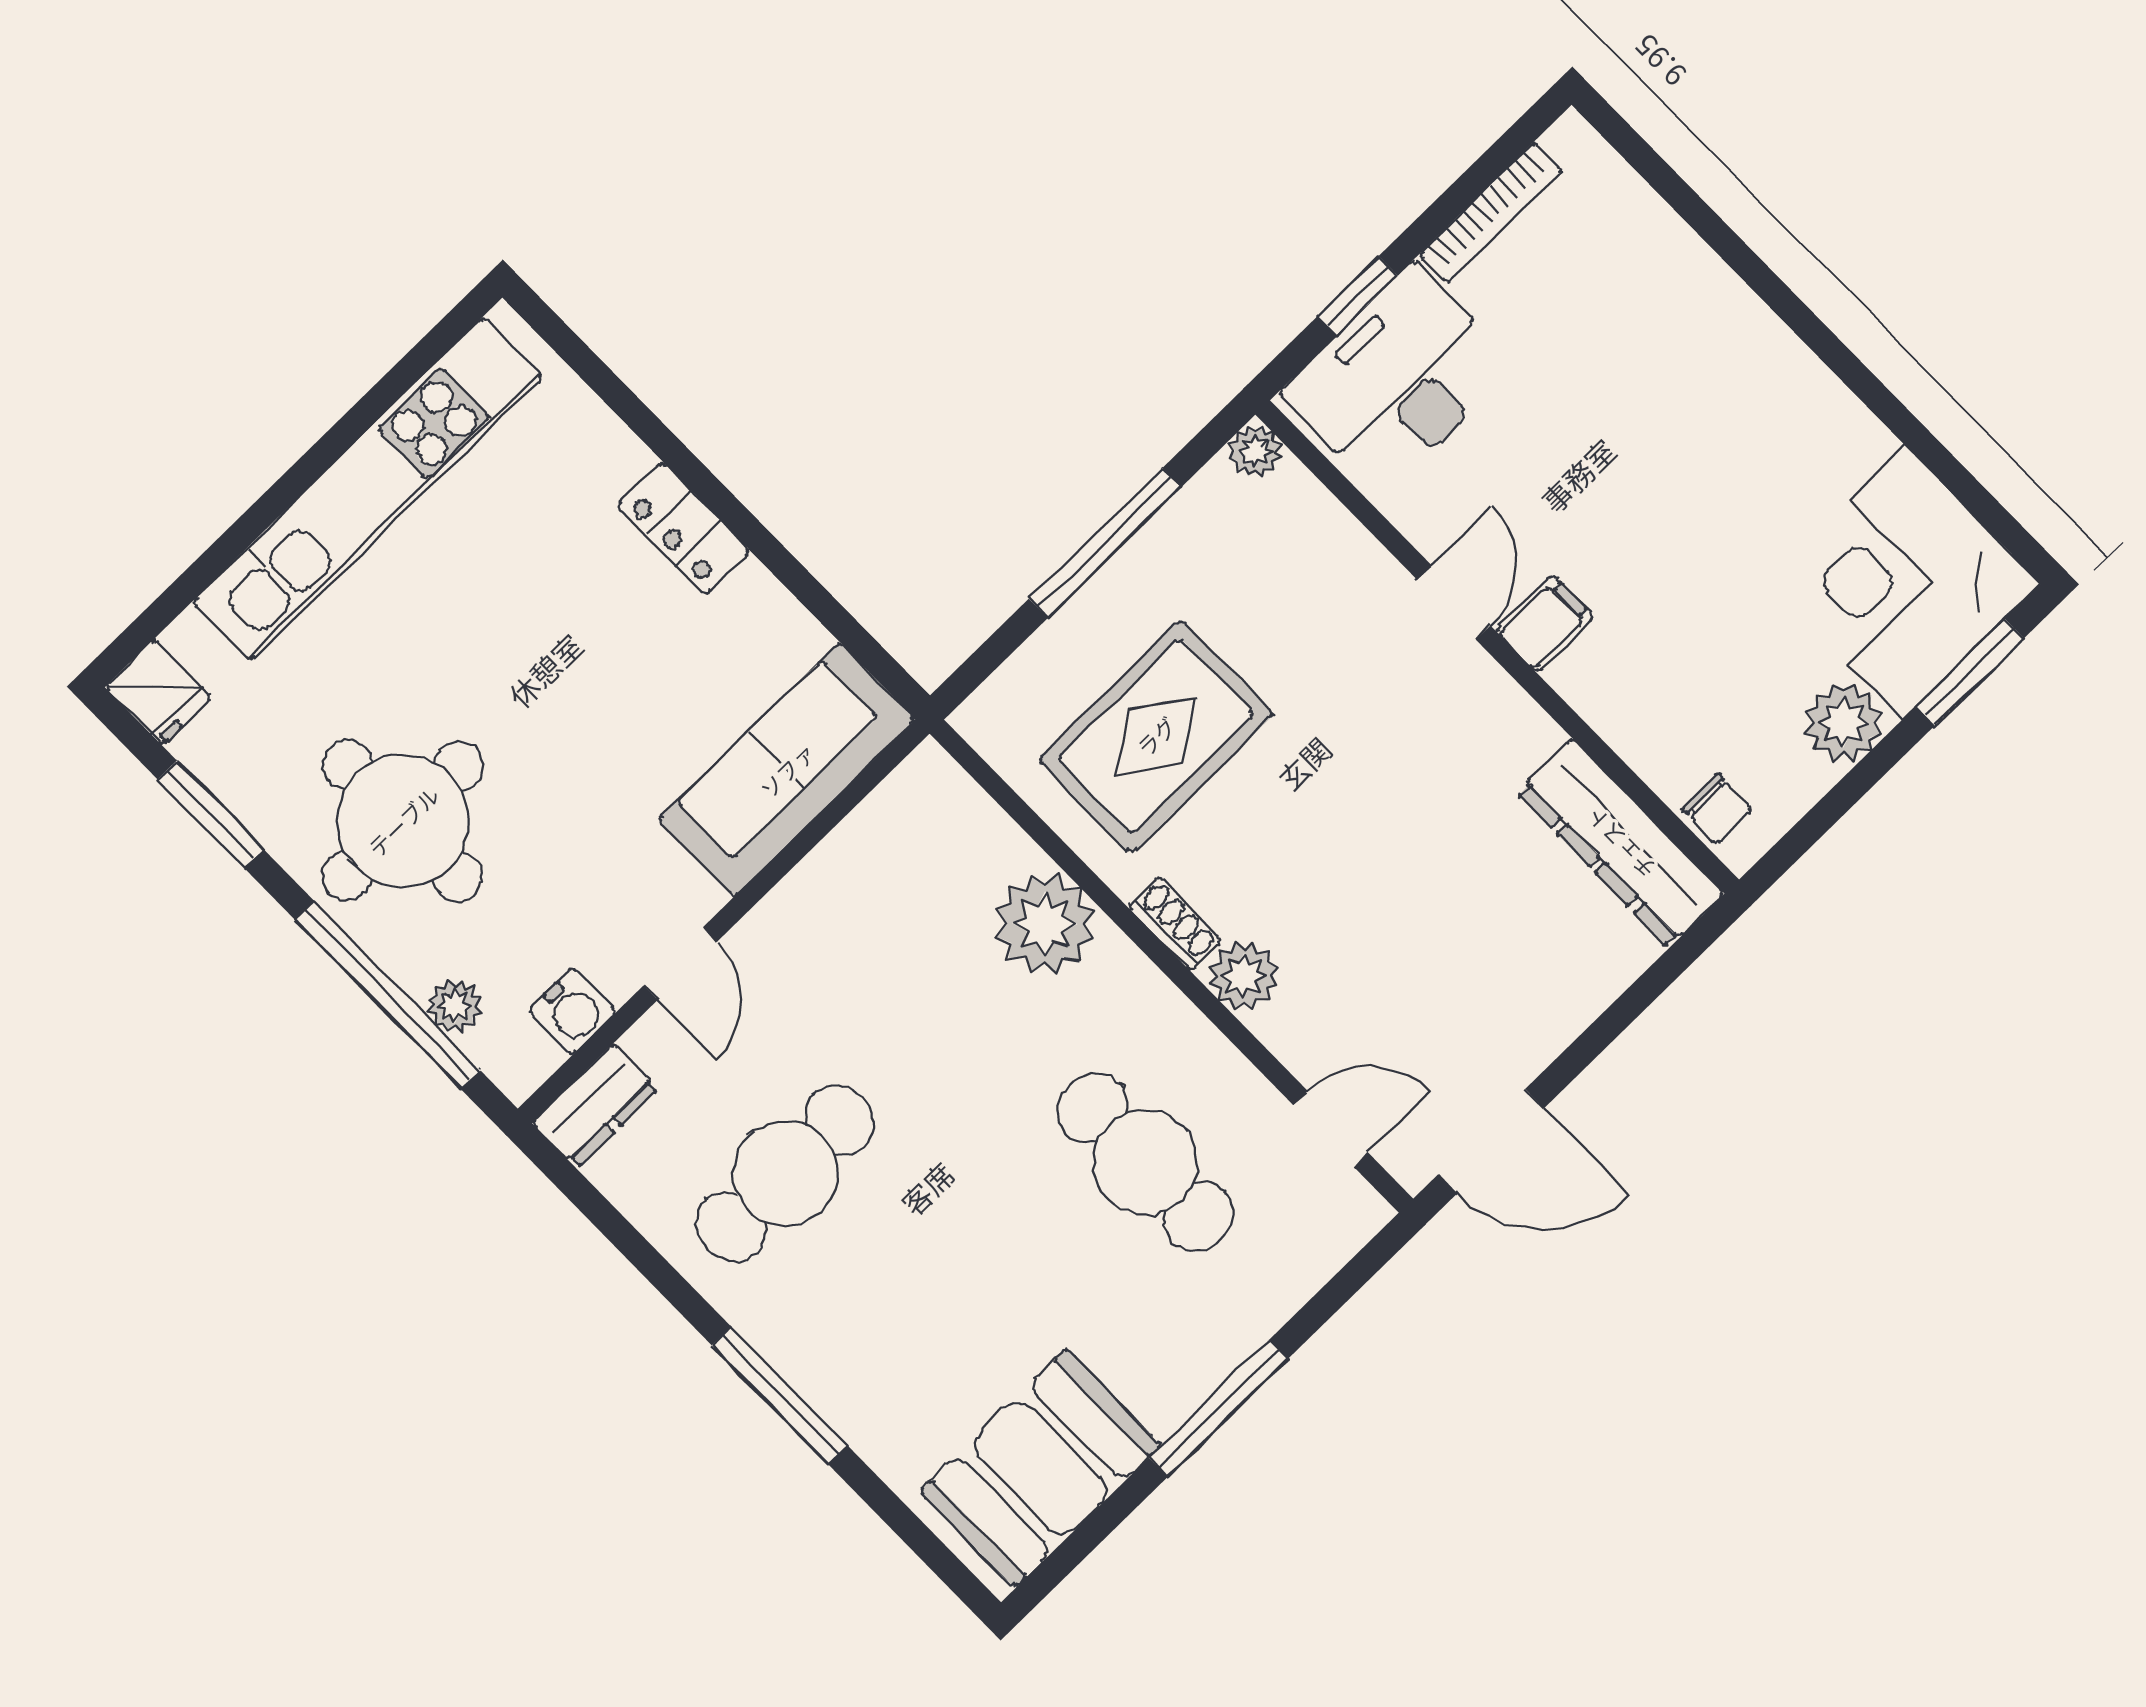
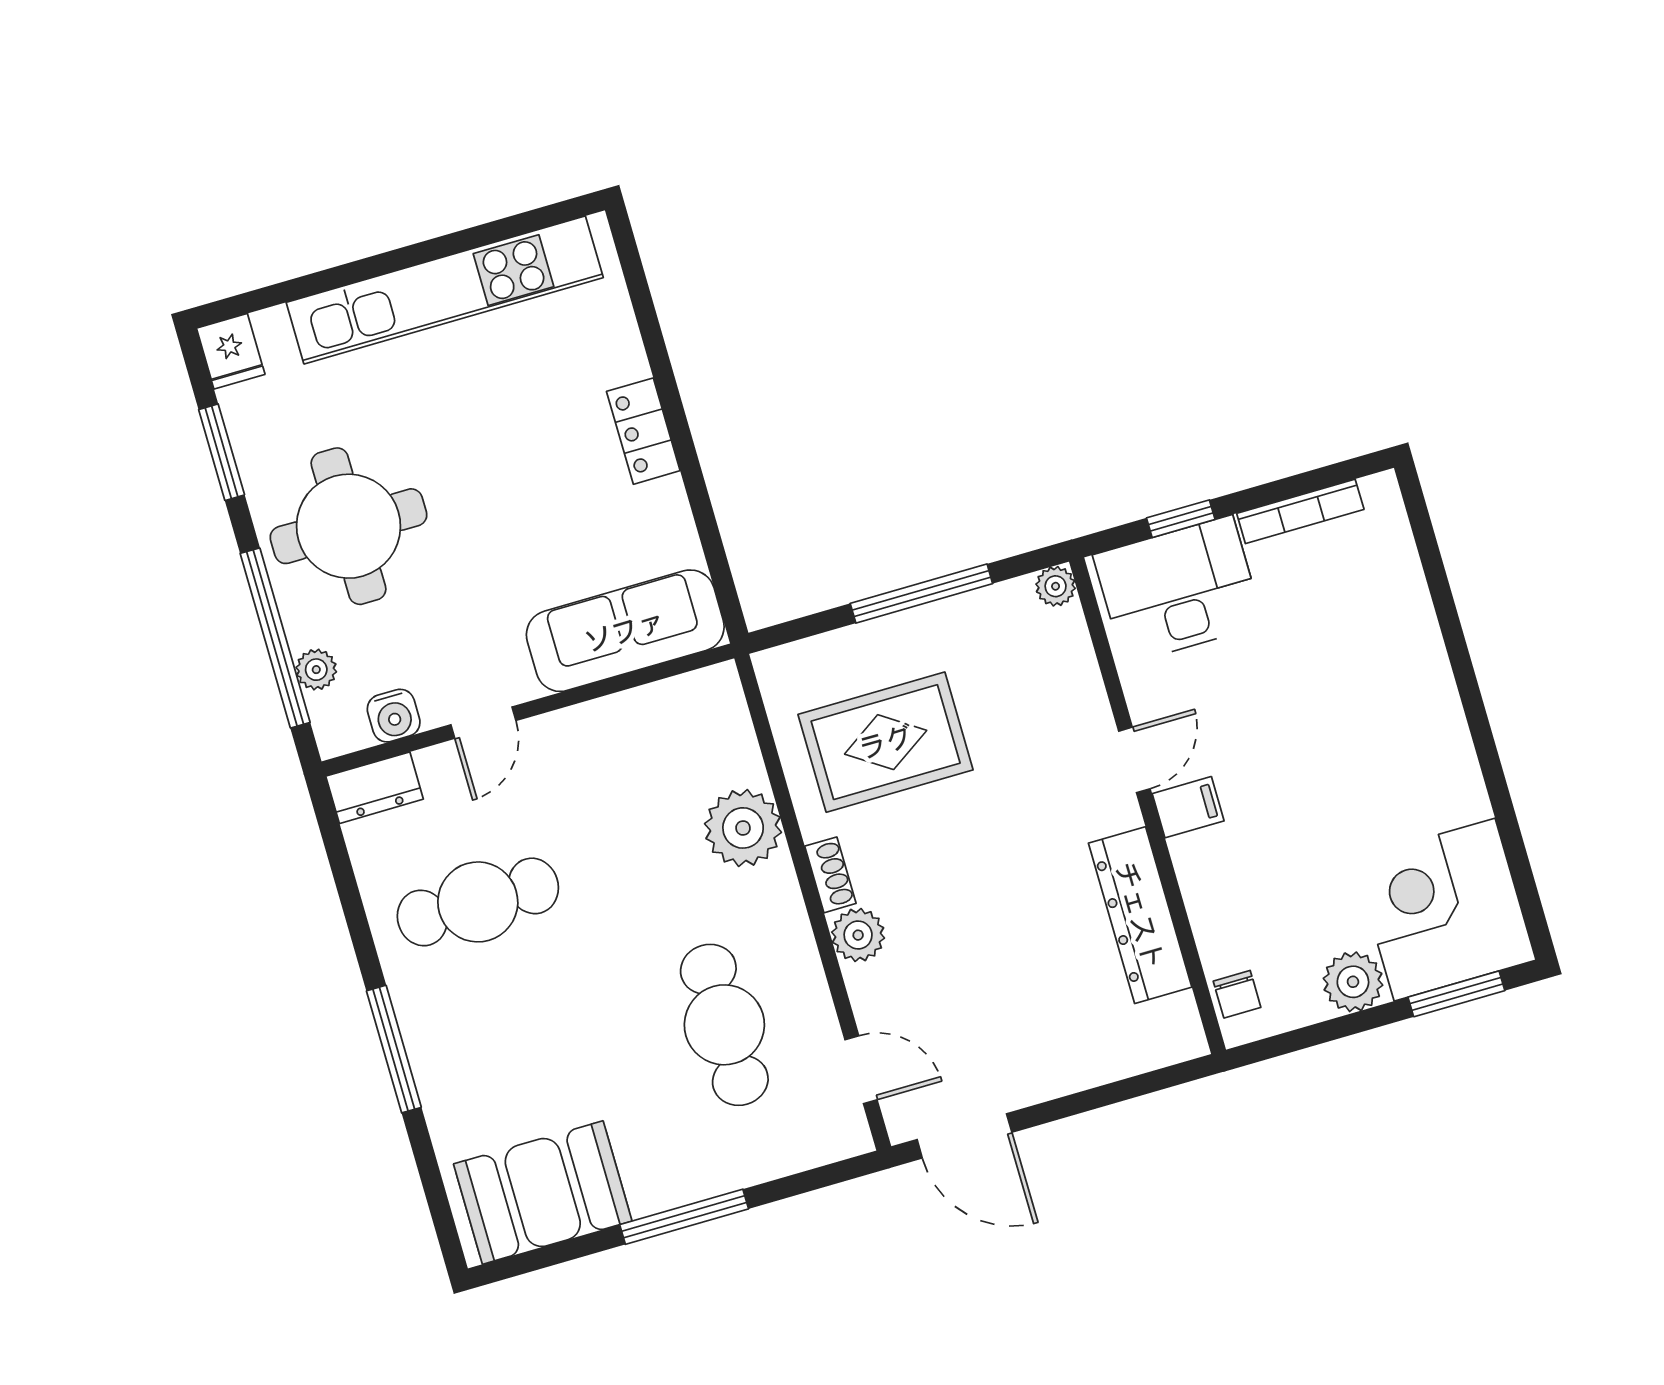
dresser: (1620, 843) -> (1140, 915), moved

